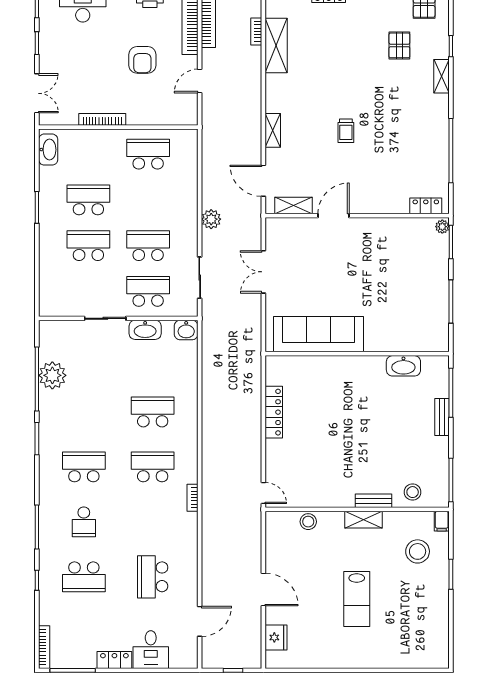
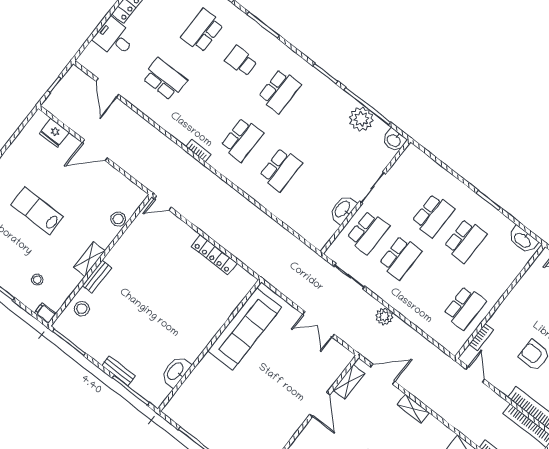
door: (200, 81) -> (475, 374), moved
bookcase: (102, 119) -> (481, 337), moved, width x0.64
double door: (263, 272) -> (319, 324), swing flipped
washbasin: (186, 330) -> (394, 140), moved, turned -90
stool: (418, 551) -> (37, 280), width x0.53, depth x0.53

